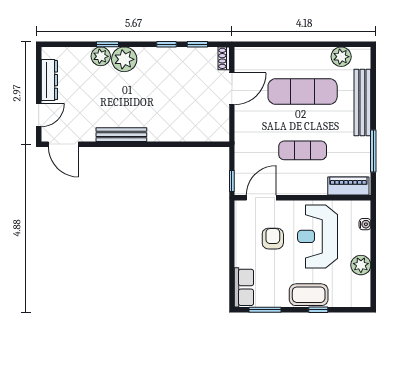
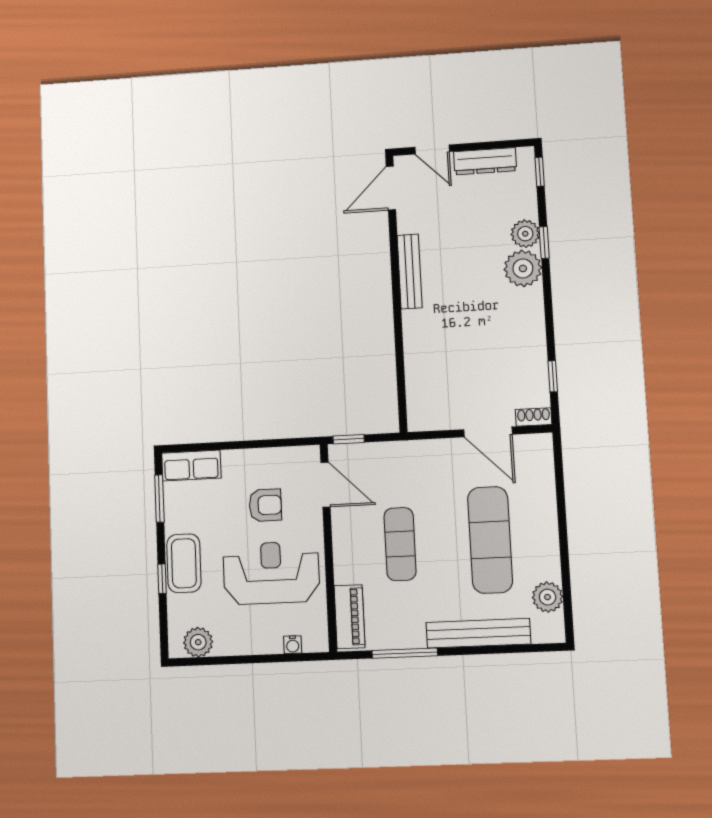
window: (167, 44) -> (540, 172), moved
plant: (361, 265) -> (198, 642), moved

